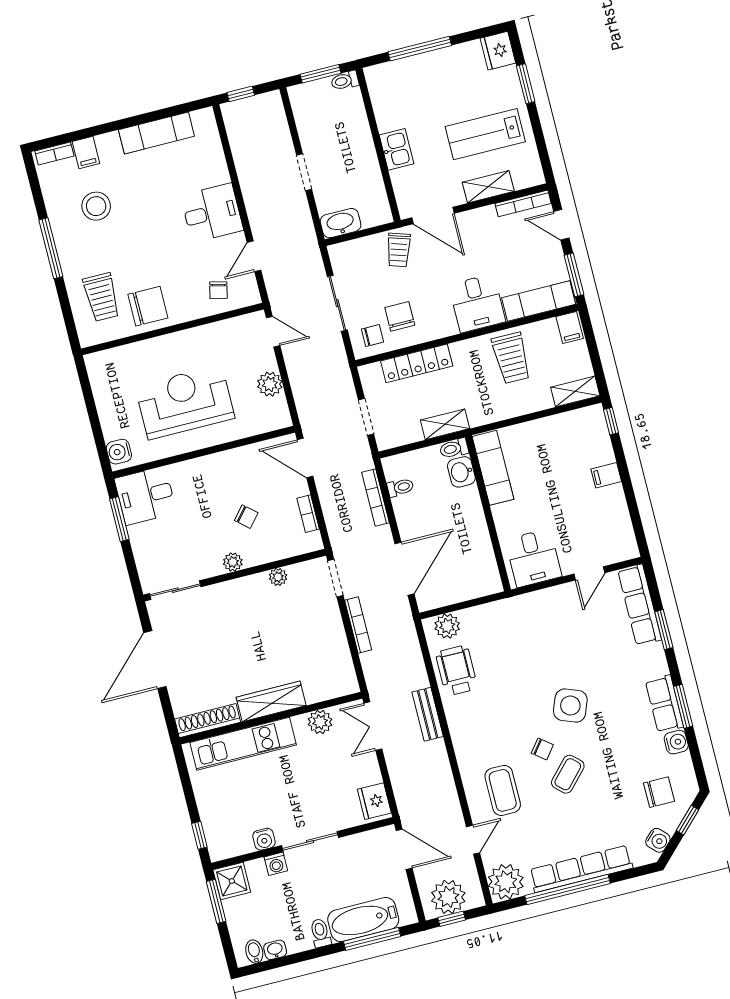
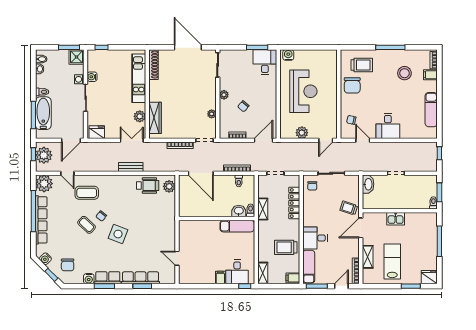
trolley: (102, 297) -> (362, 65), turned 180
chair: (400, 316) -> (318, 201), removed
desk: (533, 558) -> (237, 272), moved, turned -90
row of seats: (640, 605) -> (141, 278), moved
wardrobe: (271, 701) -> (155, 118), moved

